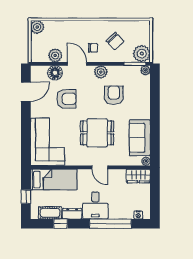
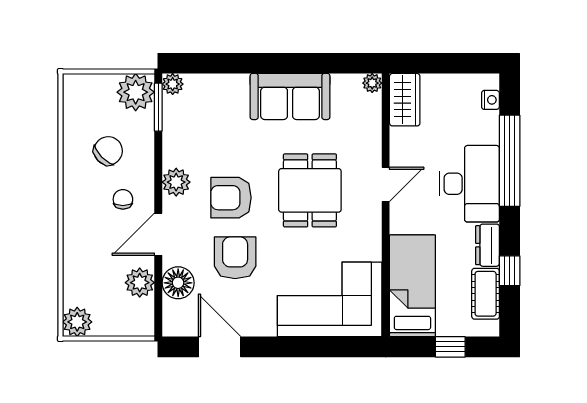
armchair: (114, 95) -> (231, 198), moved
sofa: (140, 138) -> (290, 96), moved
desk: (95, 205) -> (469, 184), width x1.37

